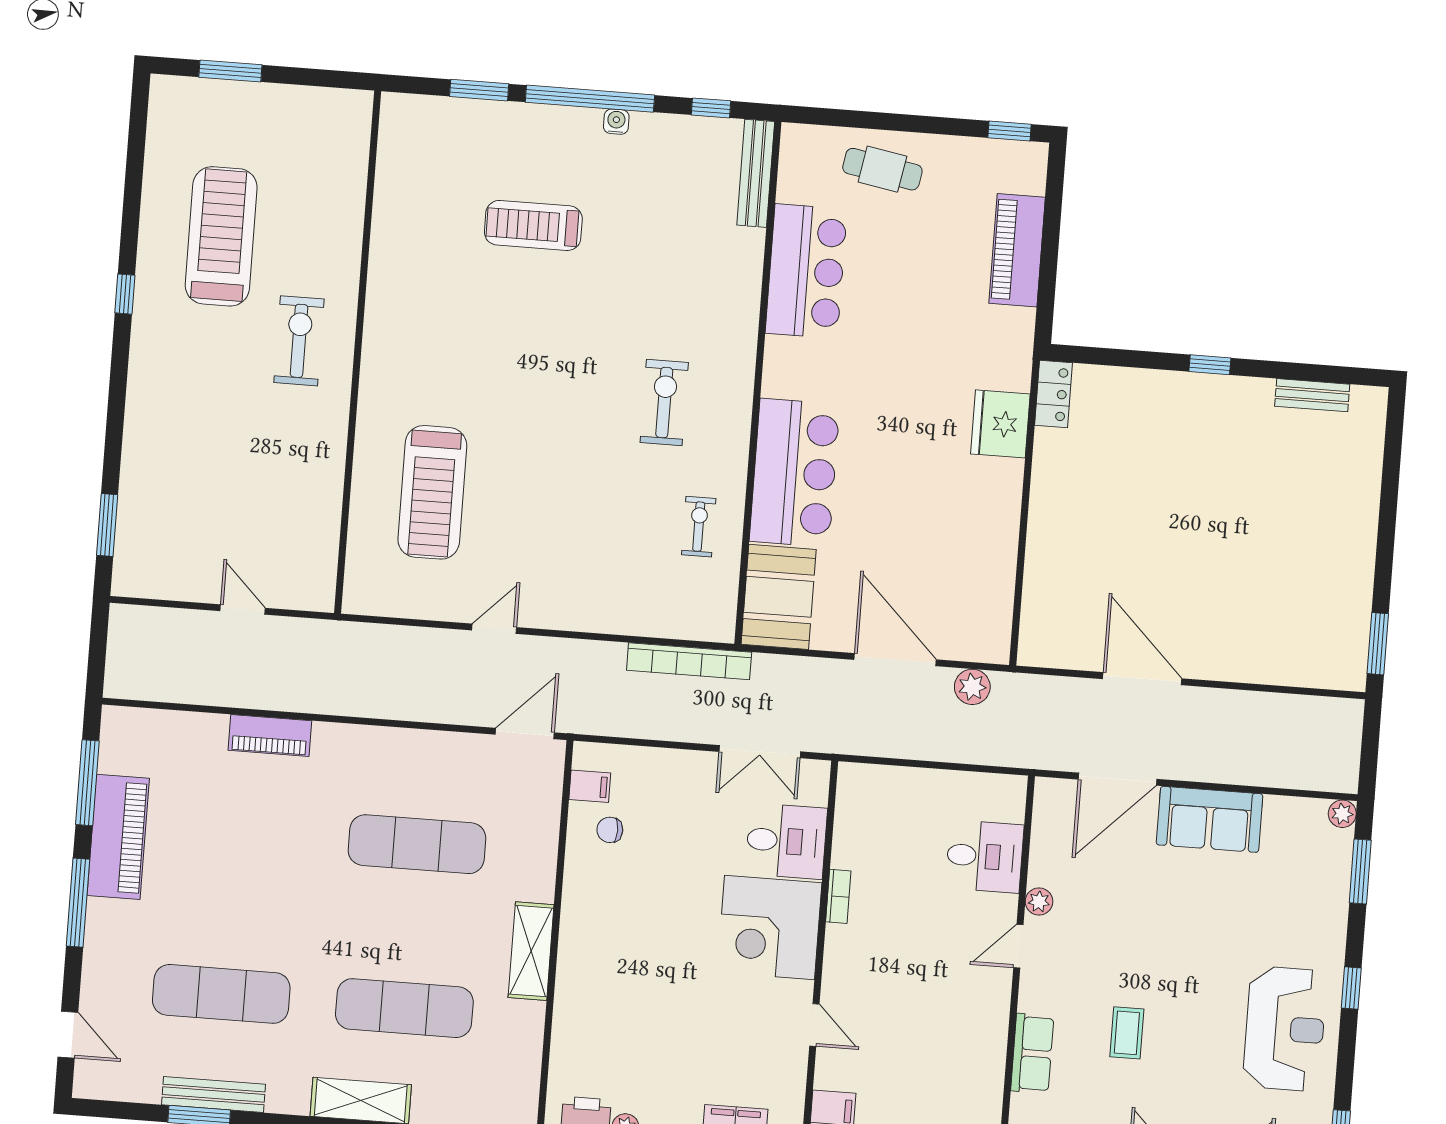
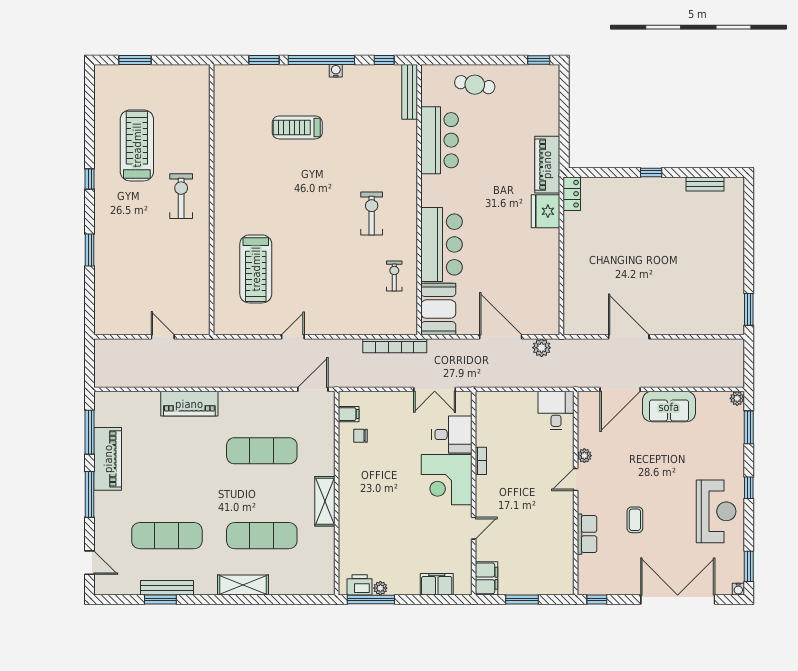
piano: (1017, 250) -> (547, 165), moved
window: (107, 525) -> (90, 250), moved
piano: (270, 735) -> (189, 404), width x1.37, depth x1.33
desk: (985, 856) -> (556, 410), moved, turned -90
door: (814, 1025) -> (474, 528), hinge flipped

